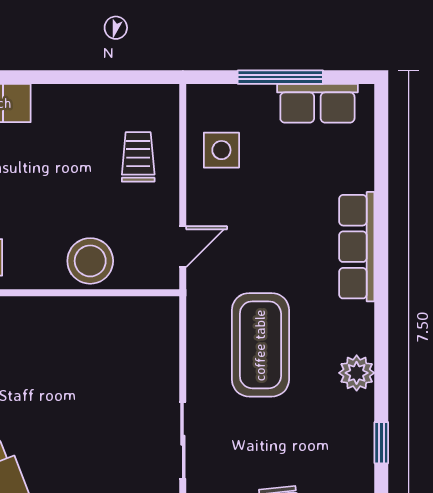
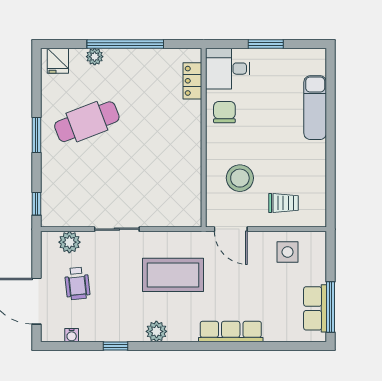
window: (280, 77) -> (330, 307), moved
door: (183, 247) -> (231, 229), width x1.38
stool: (90, 261) -> (240, 178), moved

